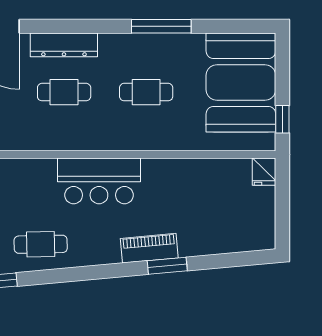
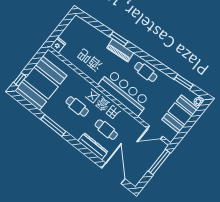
window: (282, 119) -> (20, 80), moved
bar counter: (99, 181) -> (124, 93), width x1.36
cafe table: (41, 244) -> (146, 72), moved

